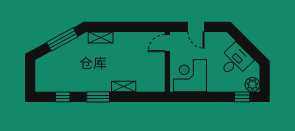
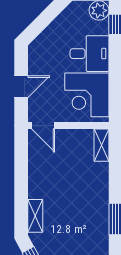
desk: (235, 61) -> (89, 54), moved, turned 135
shelving: (124, 86) -> (101, 145), moved

